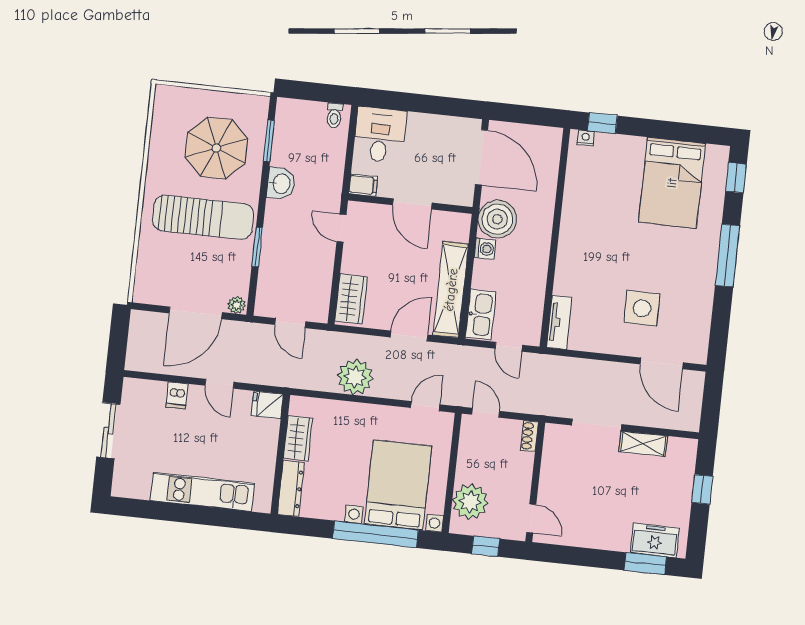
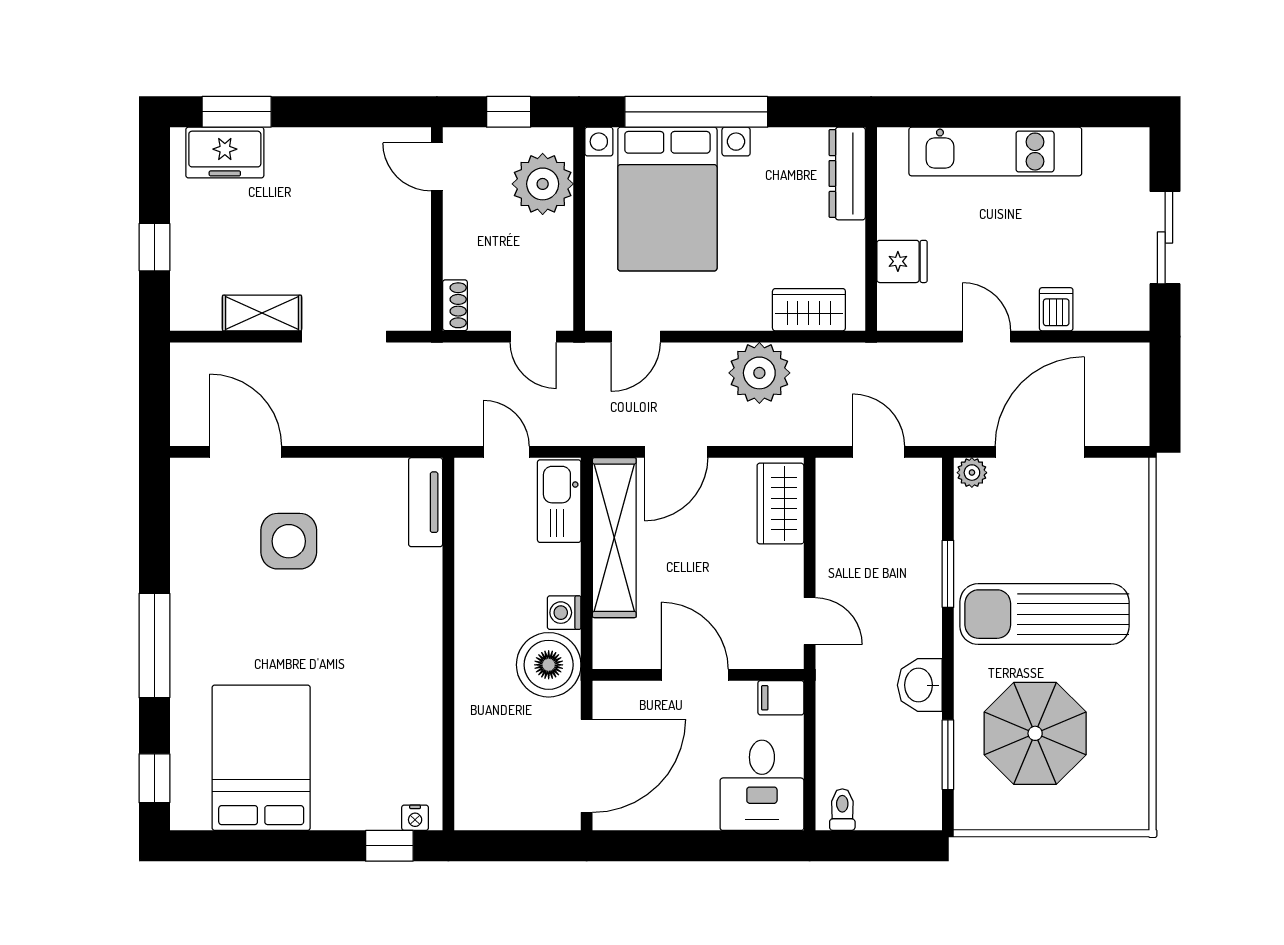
door: (481, 157) -> (587, 766), swing flipped
fridge: (267, 405) -> (902, 261), moved
wardrobe: (298, 438) -> (809, 310), moved, turned 90

